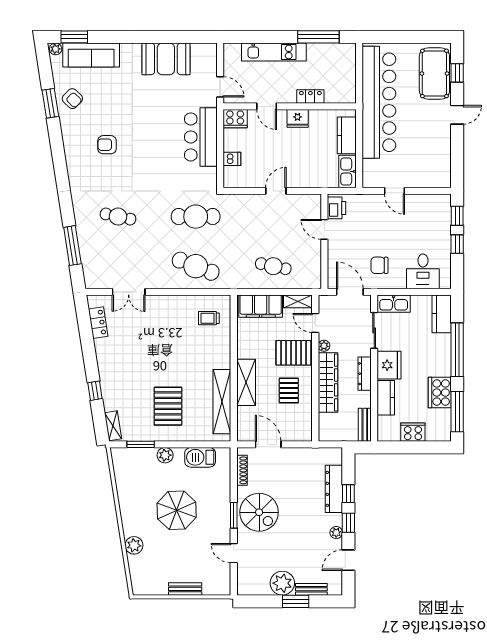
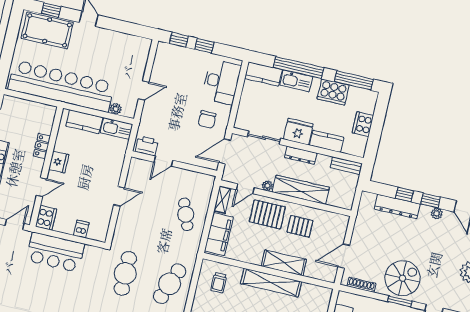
plant: (368, 166) -> (116, 109), added
door: (276, 191) -> (119, 196), swing flipped
cafe table: (273, 266) -> (186, 214), turned -33
desk: (423, 271) -> (222, 82), width x1.37
kitchen sink: (394, 304) -> (296, 81), moved, turned 90
pallet: (293, 353) -> (267, 214), turned 90
shelving: (222, 402) -> (271, 283), moved

